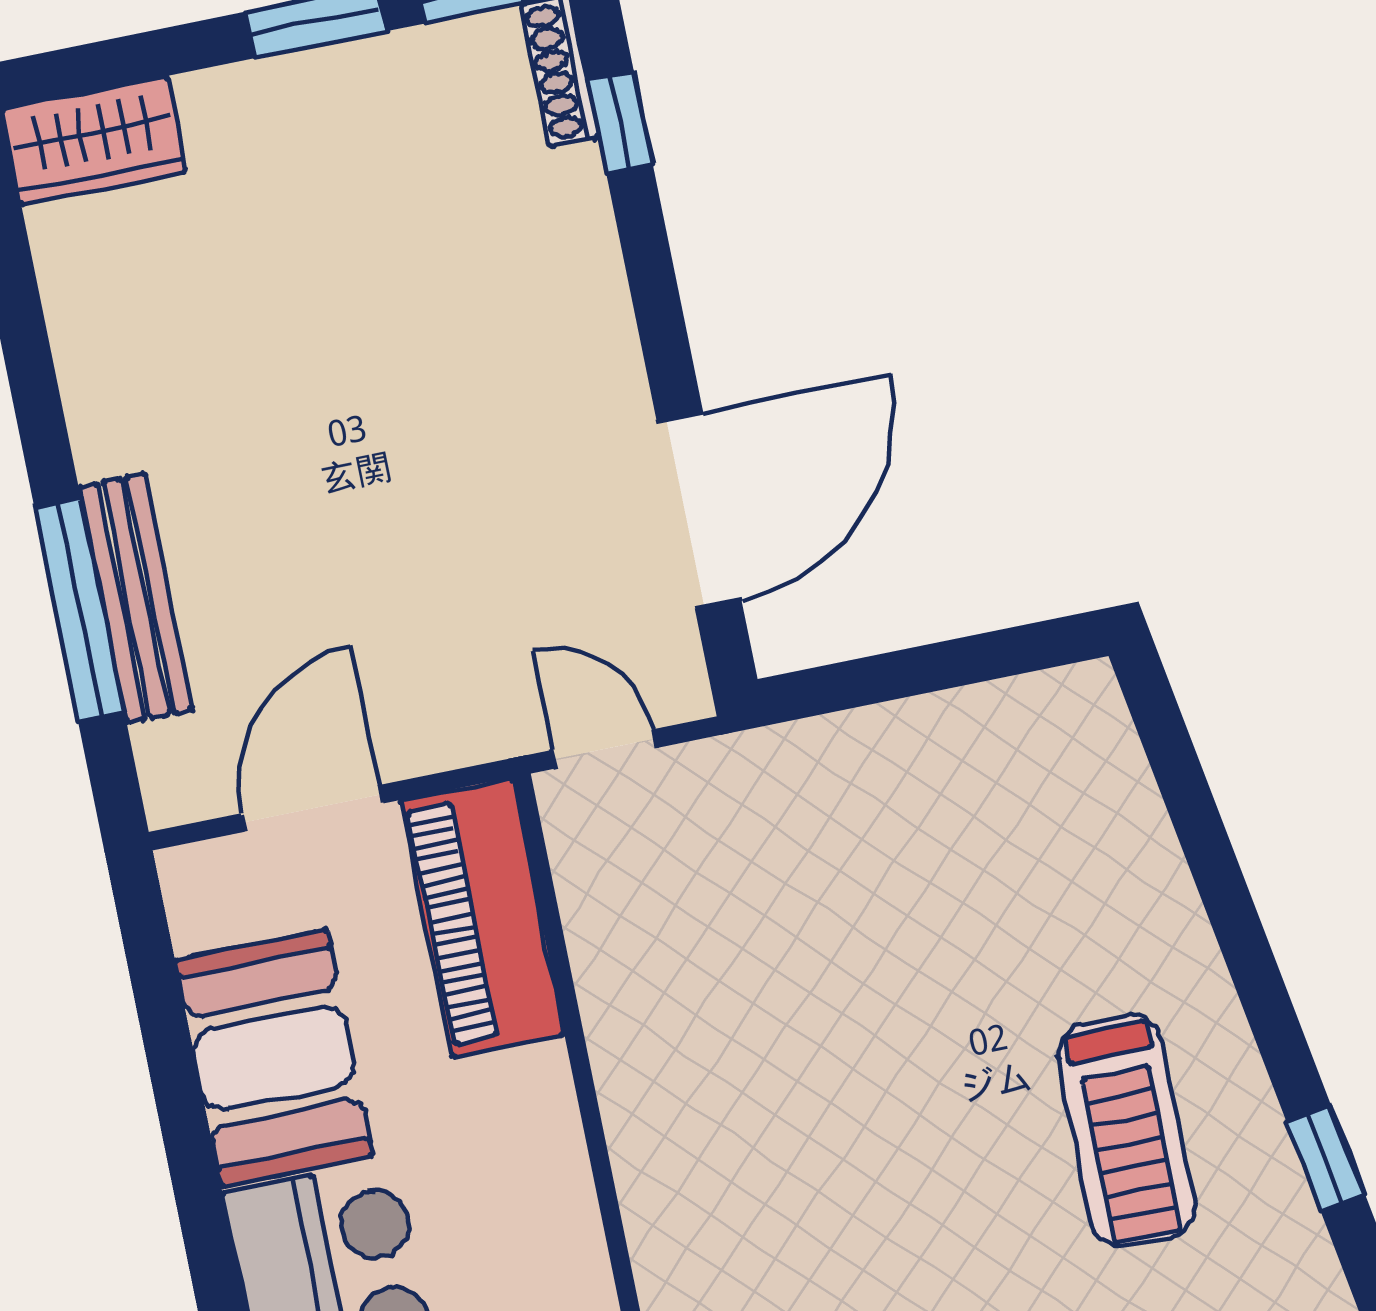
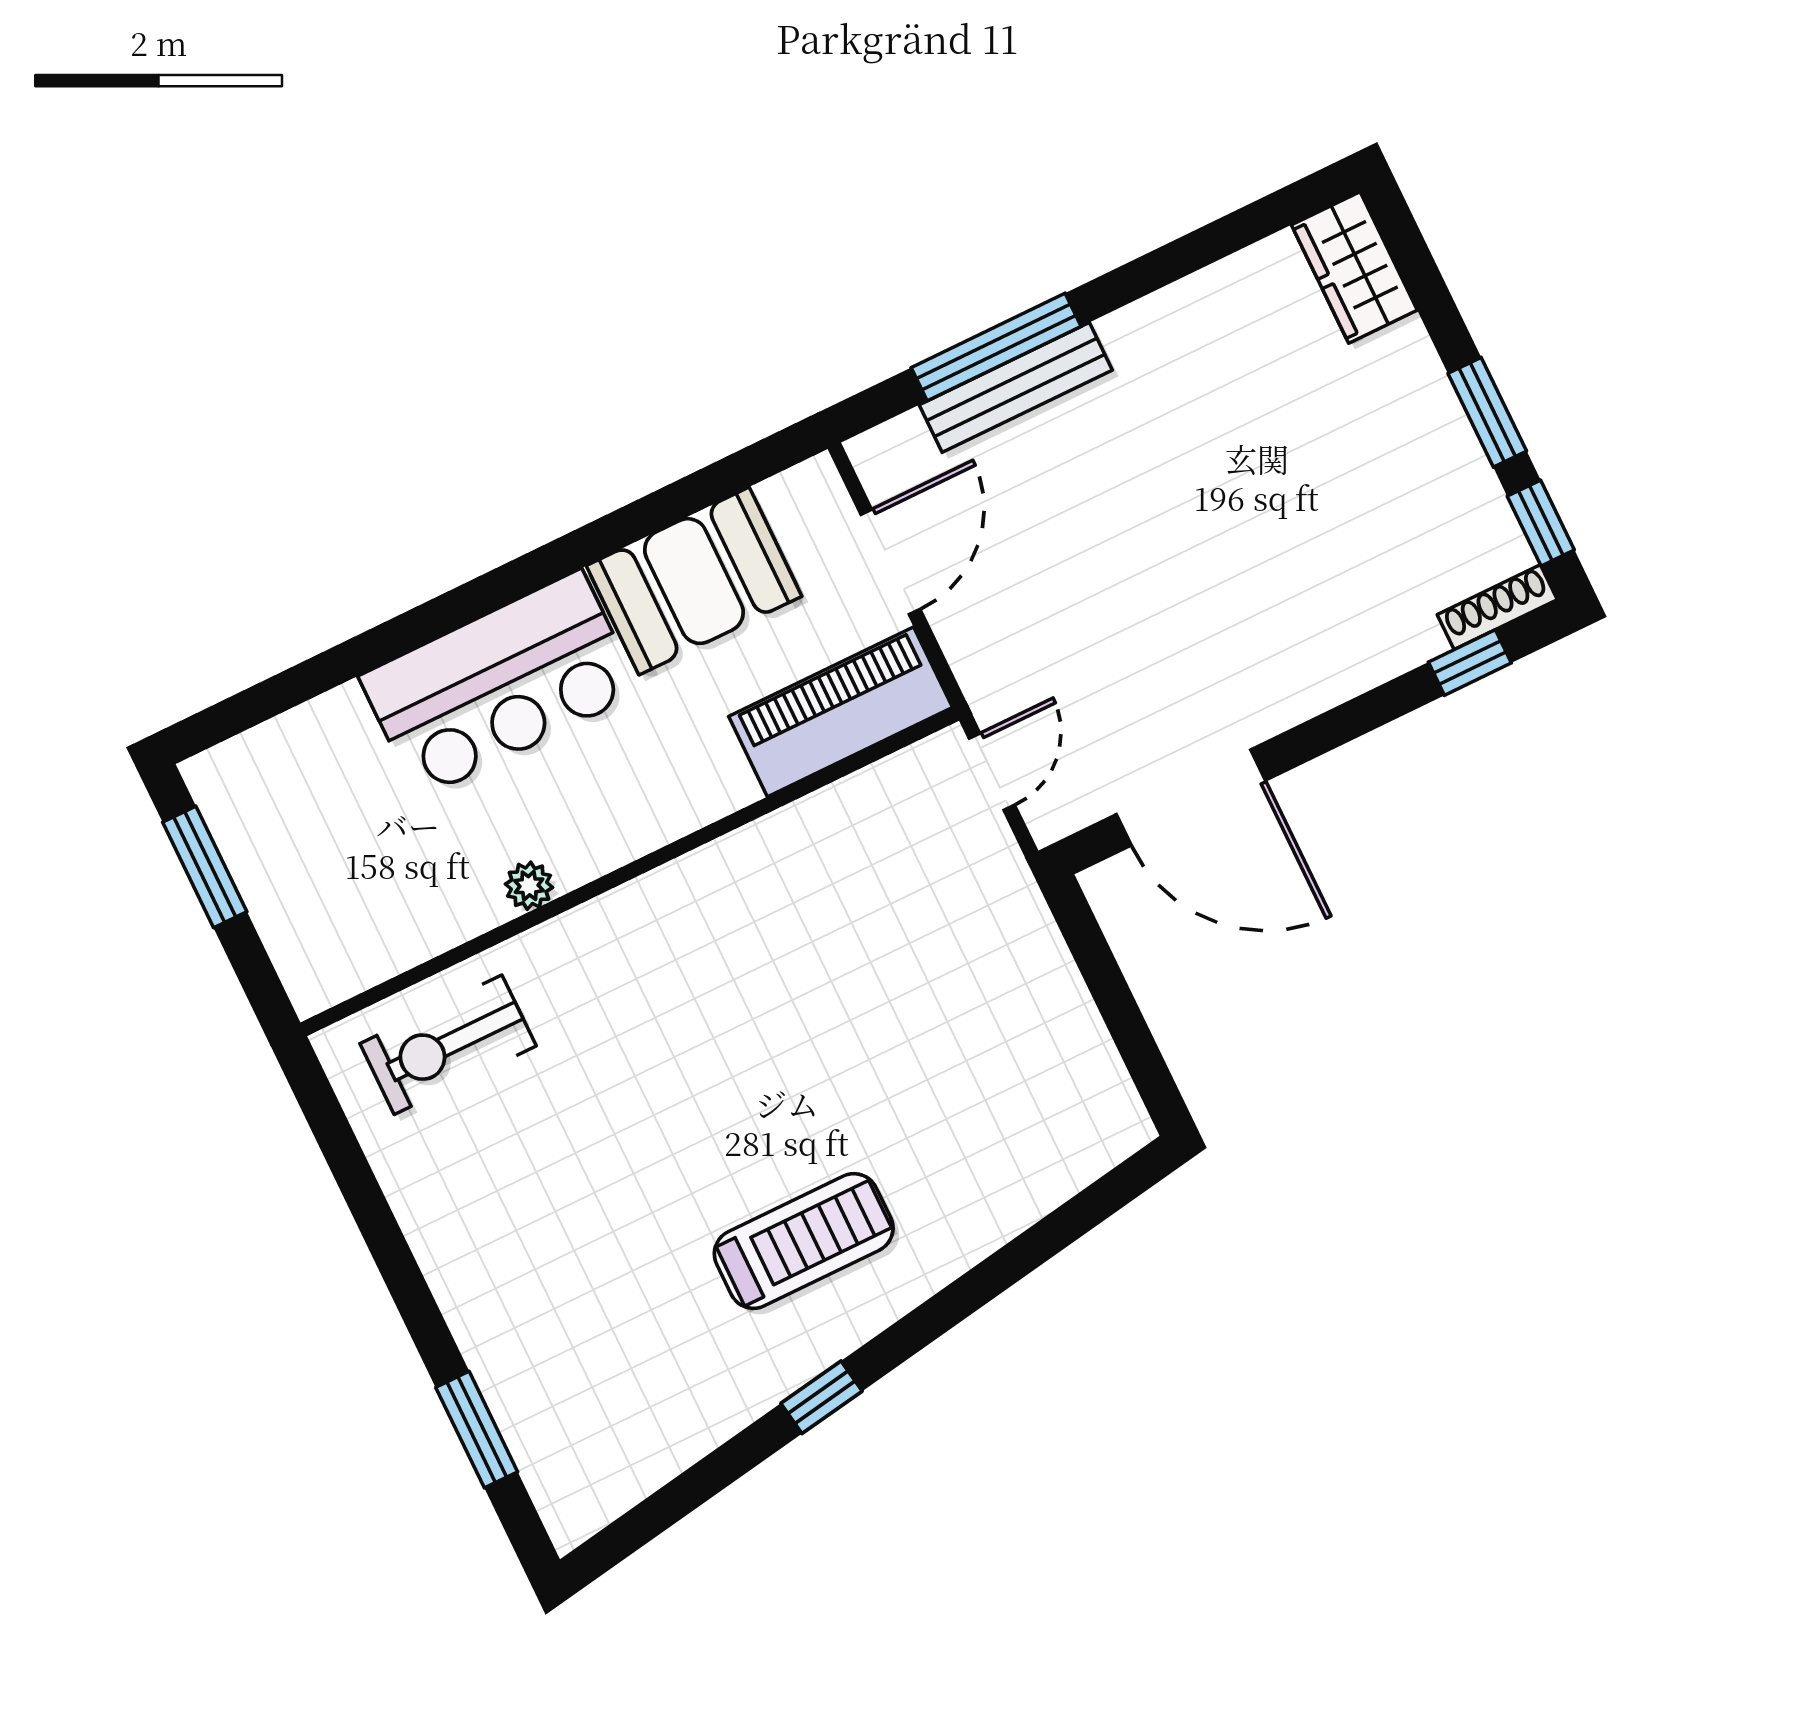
door: (312, 808) -> (890, 562), hinge flipped
treadmill: (1126, 1130) -> (804, 1241), turned 180

